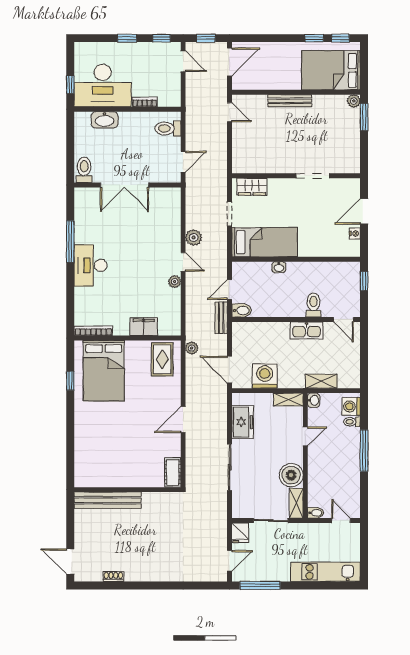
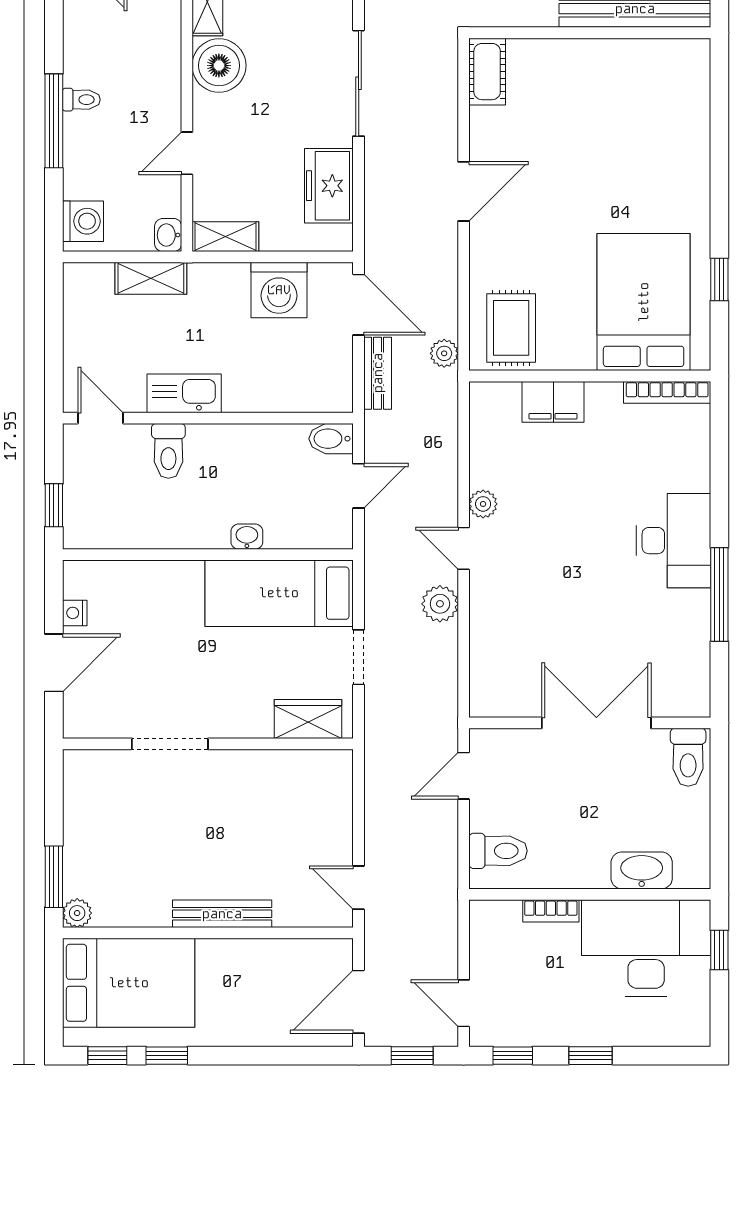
bench: (221, 318) -> (378, 373), moved
toilet: (352, 422) -> (81, 100), moved

